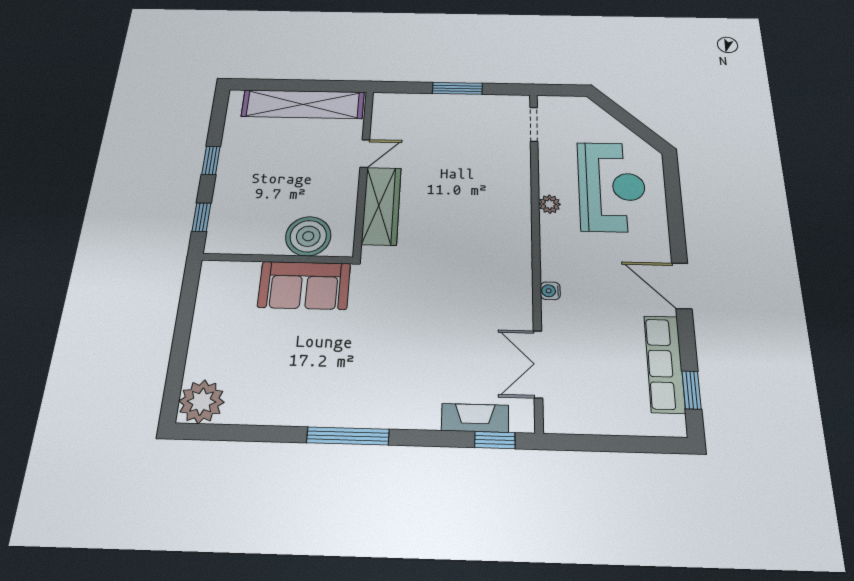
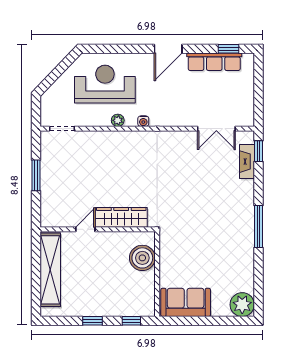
door: (365, 153) -> (85, 229), hinge flipped
sofa: (304, 285) -> (186, 302), moved, turned -90
water cooler: (550, 291) -> (143, 121), moved

